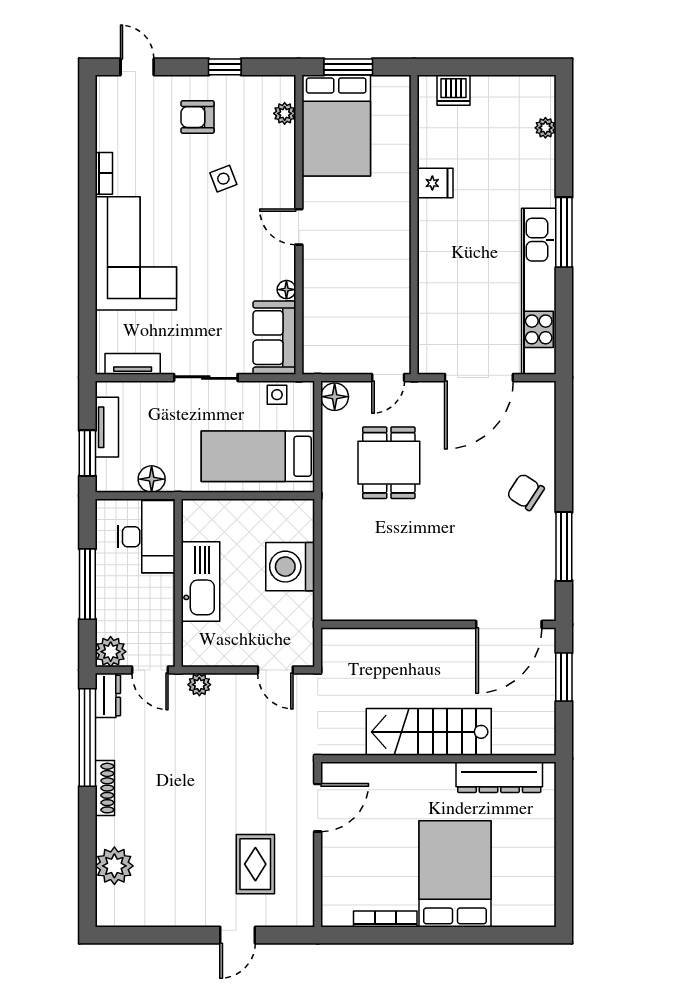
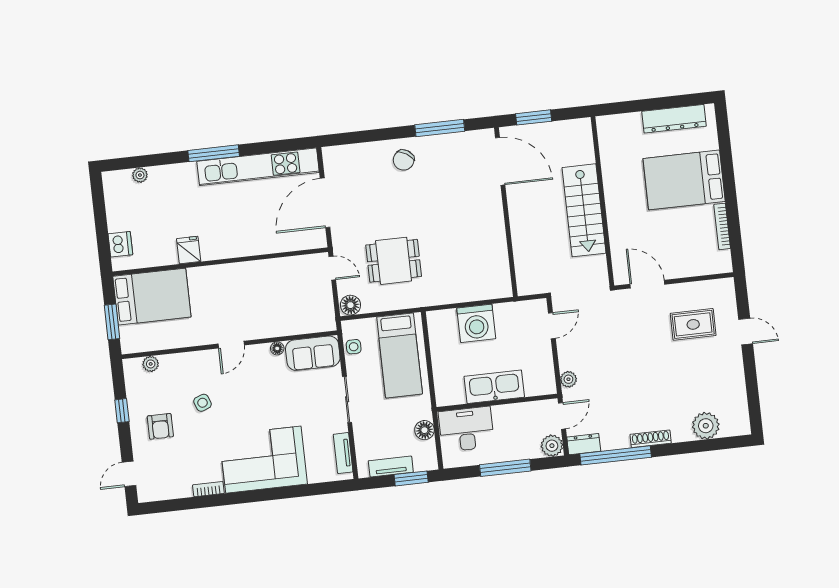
bed: (336, 125) -> (152, 297), moved
door: (479, 378) -> (325, 203), swing flipped
dresser: (499, 777) -> (674, 119), moved, turned 90

